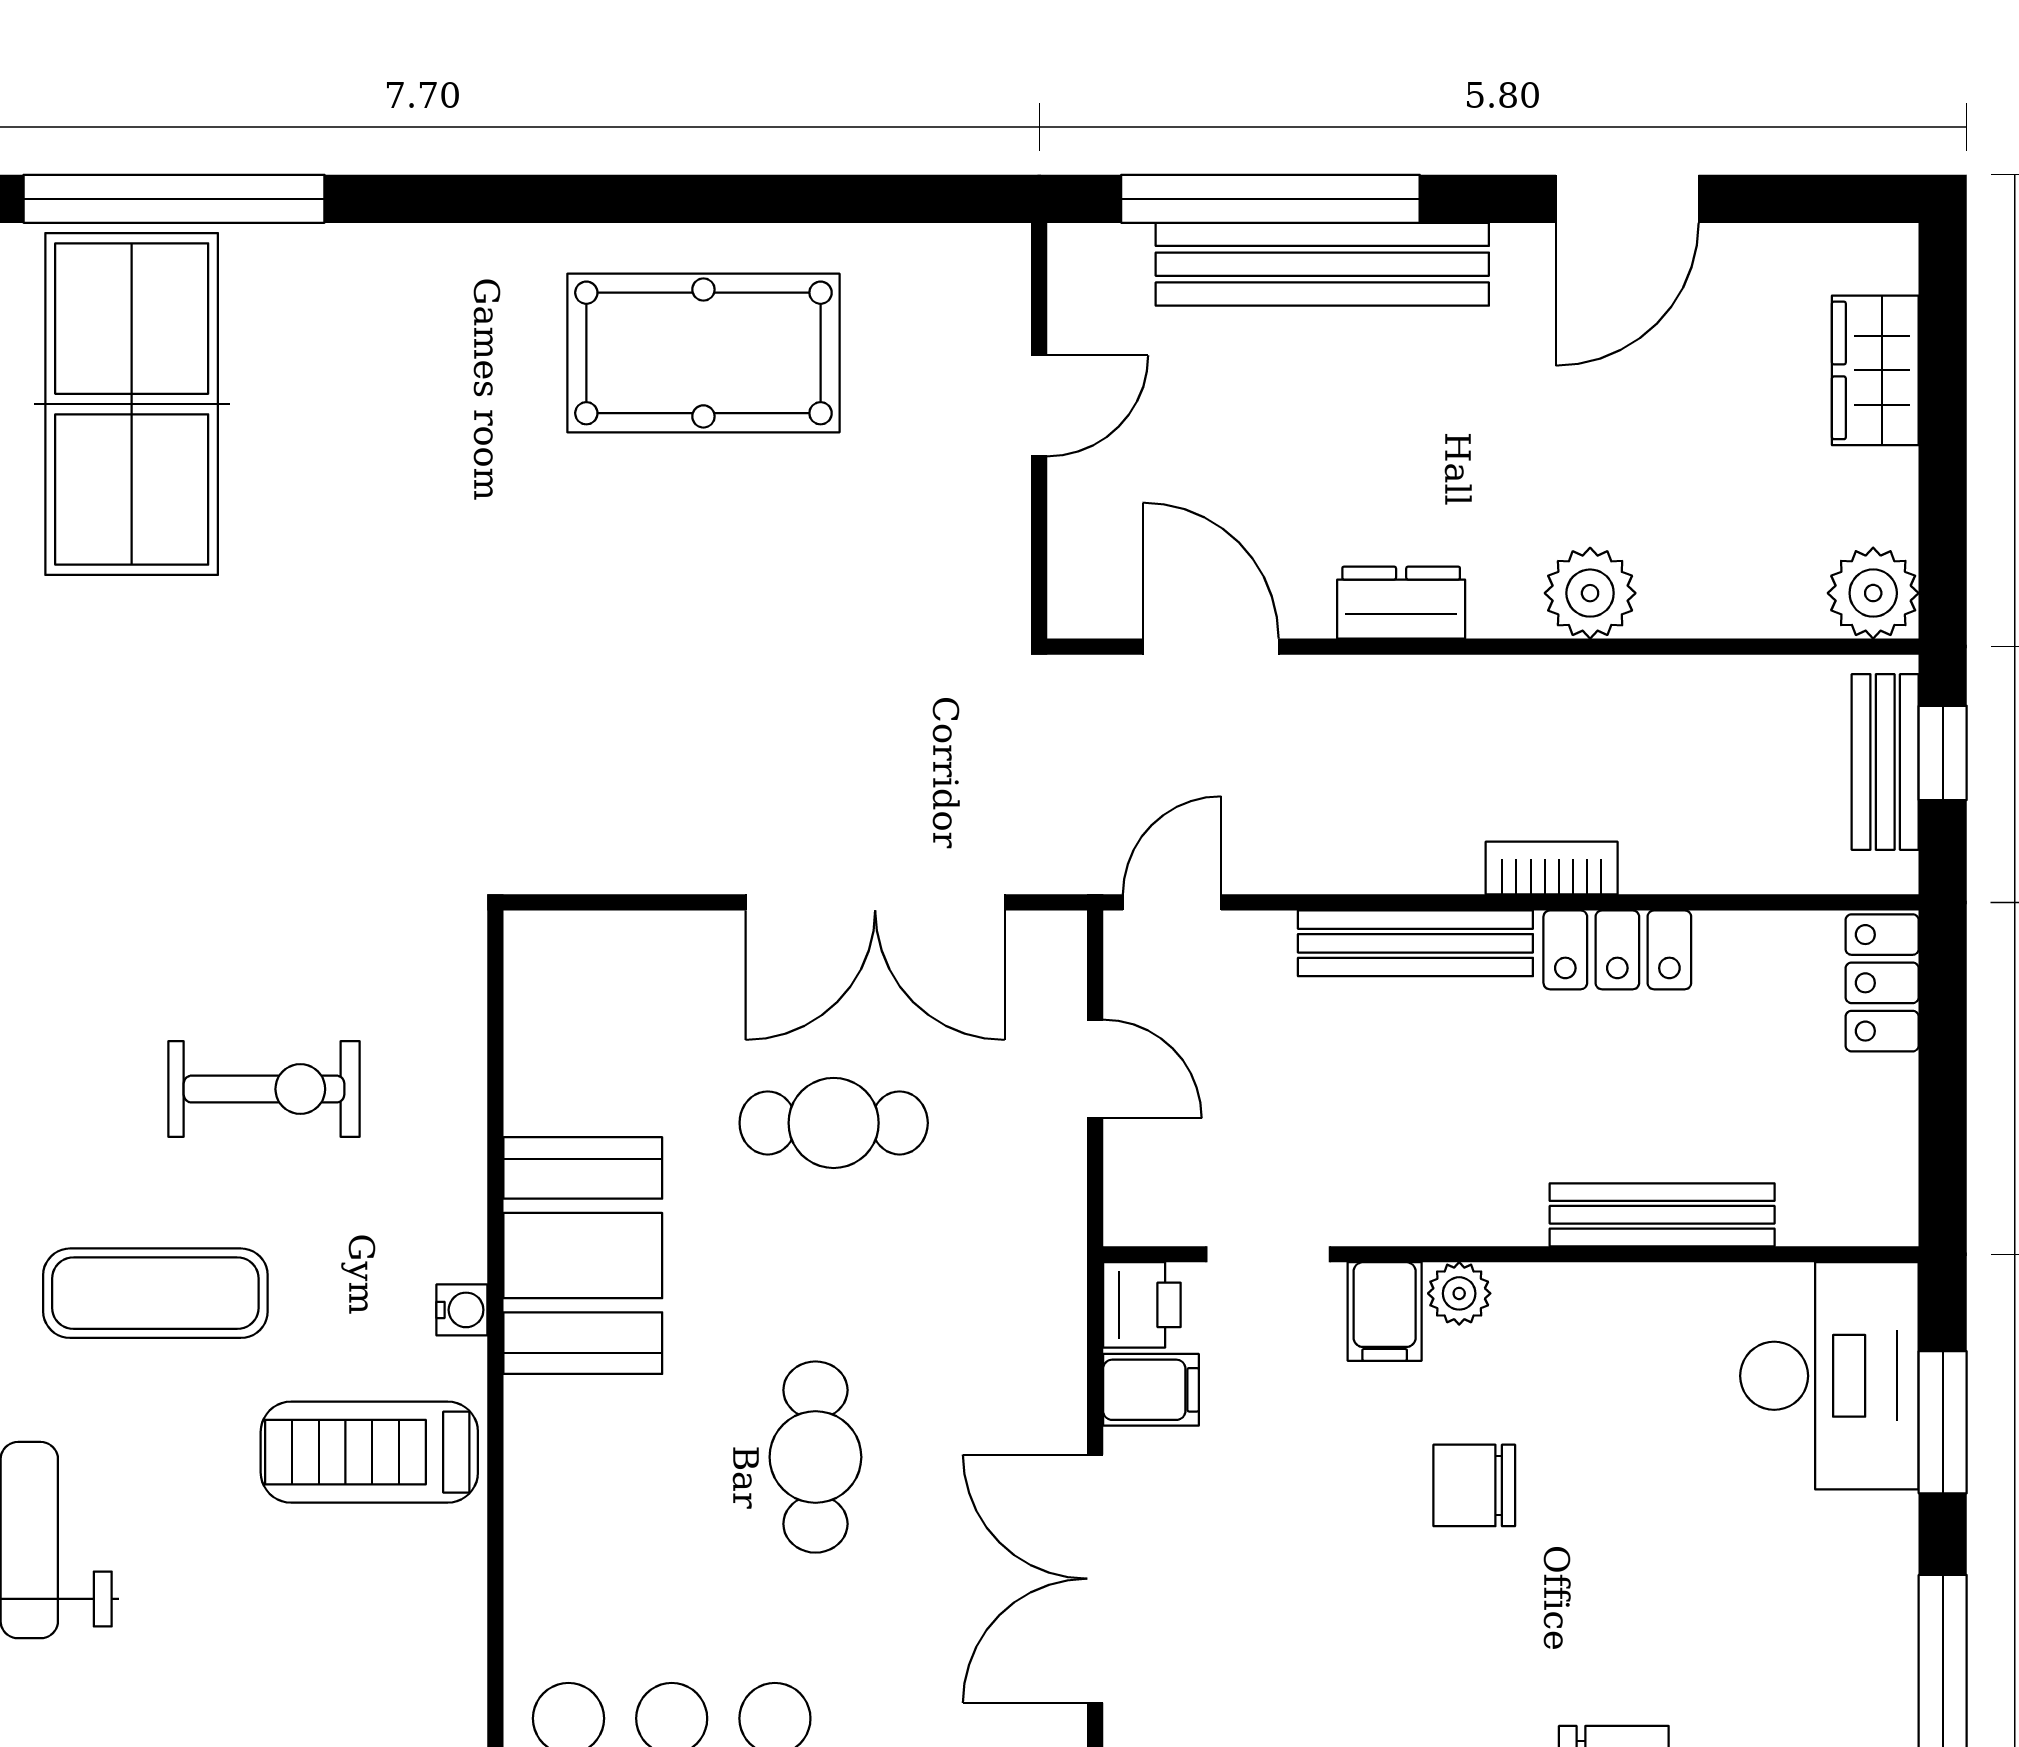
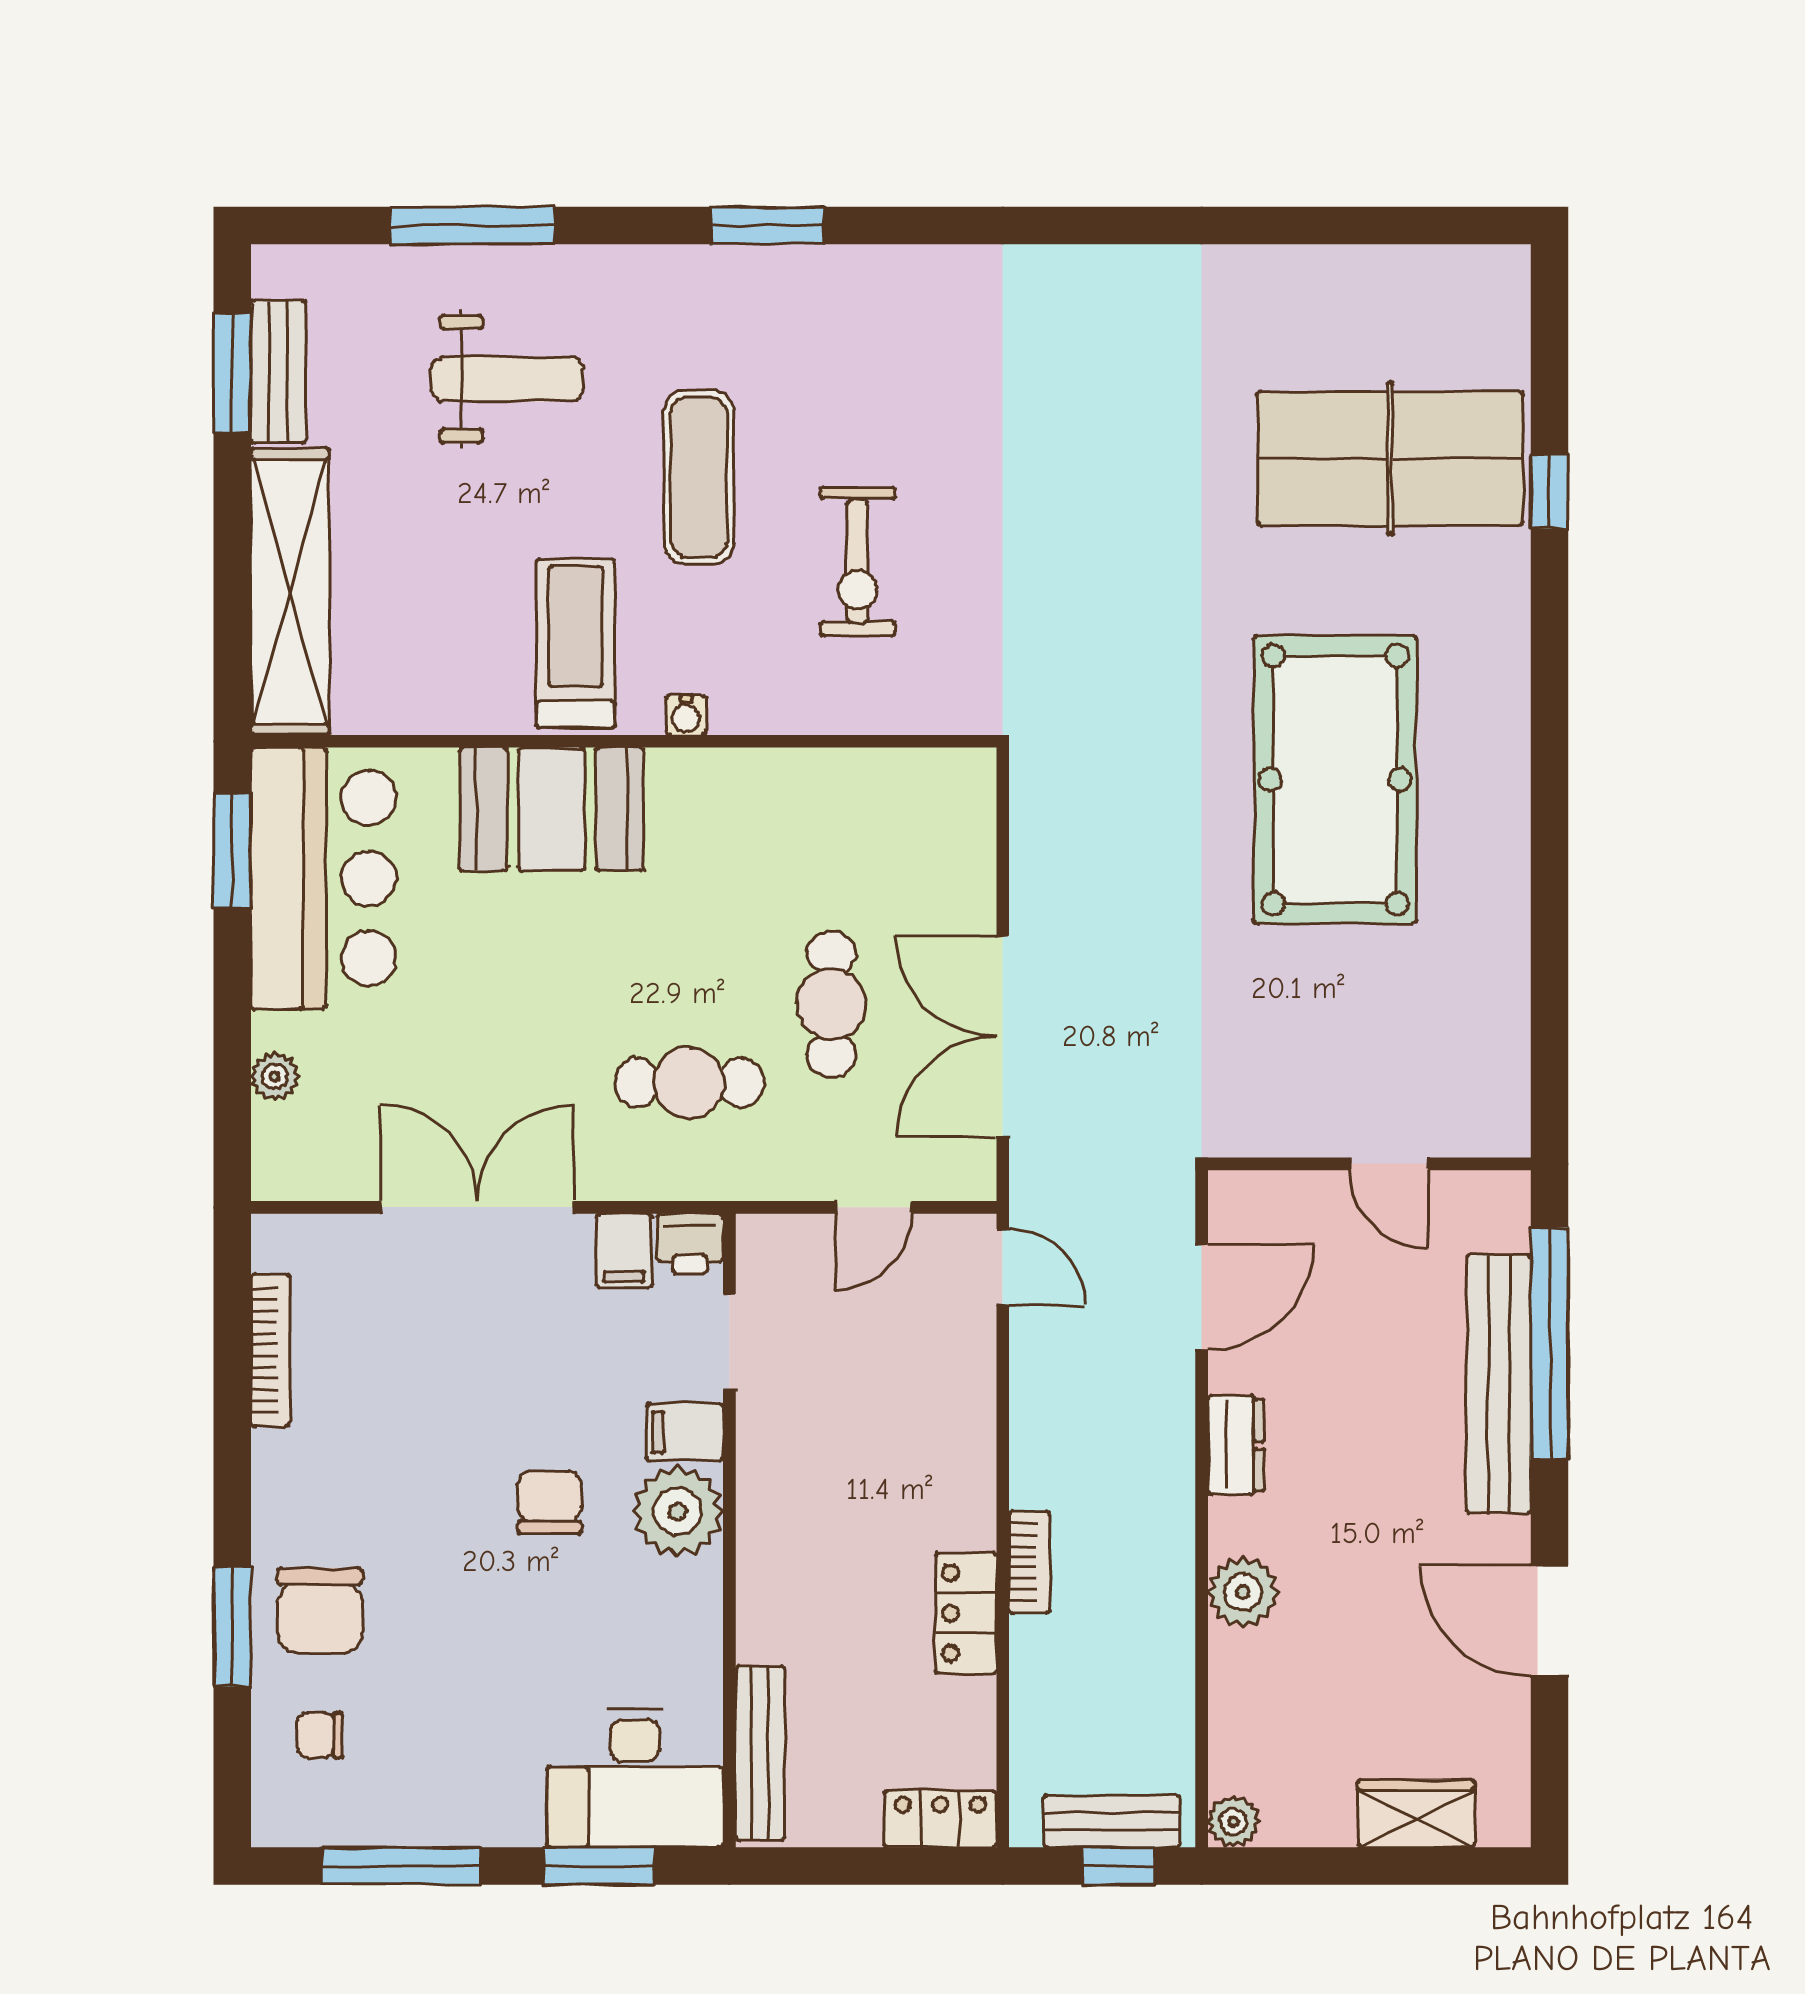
window: (174, 199) -> (1550, 491), width x0.32
pool table: (703, 353) -> (1335, 780), moved, width x1.36, depth x1.32
plant: (1873, 593) -> (1234, 1822), width x0.73, depth x0.73
bench: (1415, 943) -> (971, 1456), removed
bench: (1662, 1215) -> (760, 1753), moved
booth: (583, 1256) -> (552, 809), moved
plant: (1459, 1293) -> (678, 1511), width x1.88, depth x1.88
cafe table: (815, 1457) -> (689, 1083), moved

